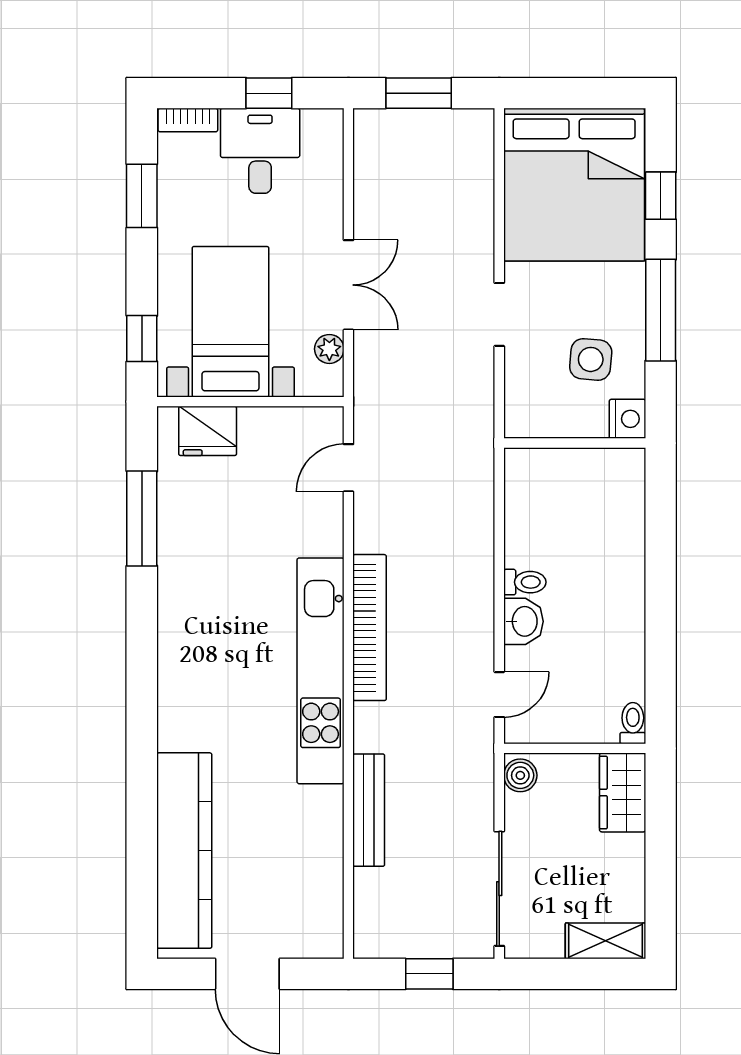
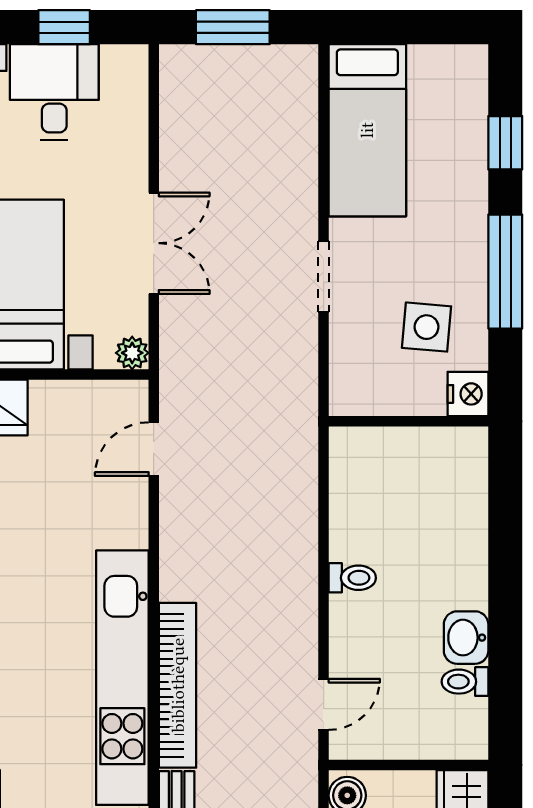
bed: (574, 185) -> (367, 130), width x0.49
plant: (329, 349) -> (132, 353), moved
washbasin: (523, 621) -> (466, 638), moved, turned 180
bookcase: (370, 628) -> (178, 685), moved
toilet: (633, 723) -> (465, 682), moved, turned -90

